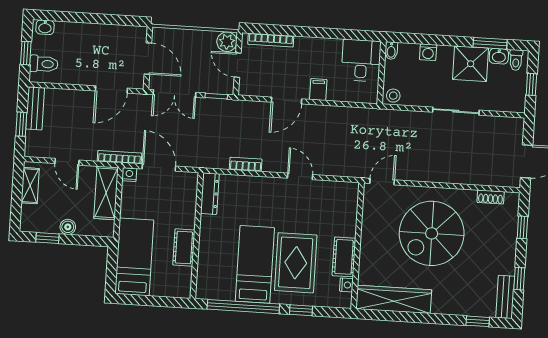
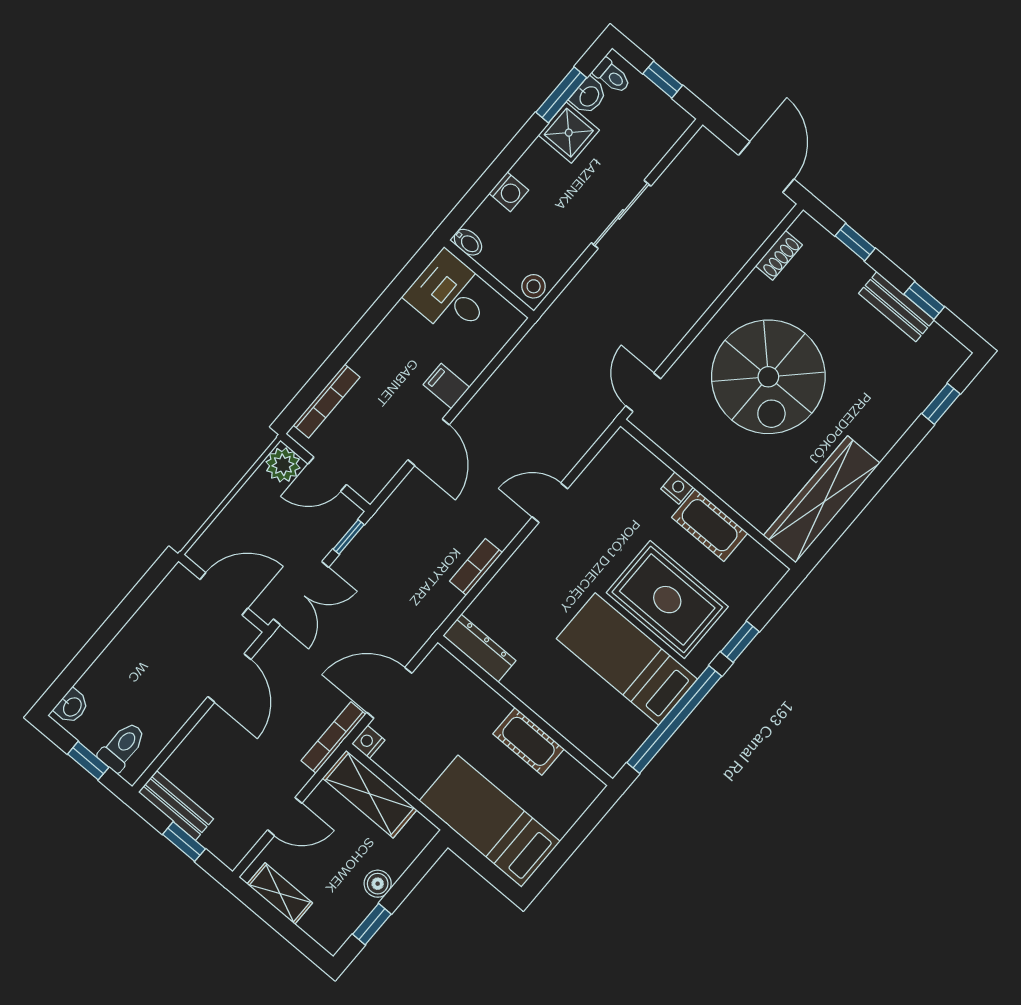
shower: (471, 64) -> (569, 133), width x0.73, depth x0.73
nightstand: (346, 285) -> (677, 488), moved
bench: (505, 297) -> (896, 307), moved

